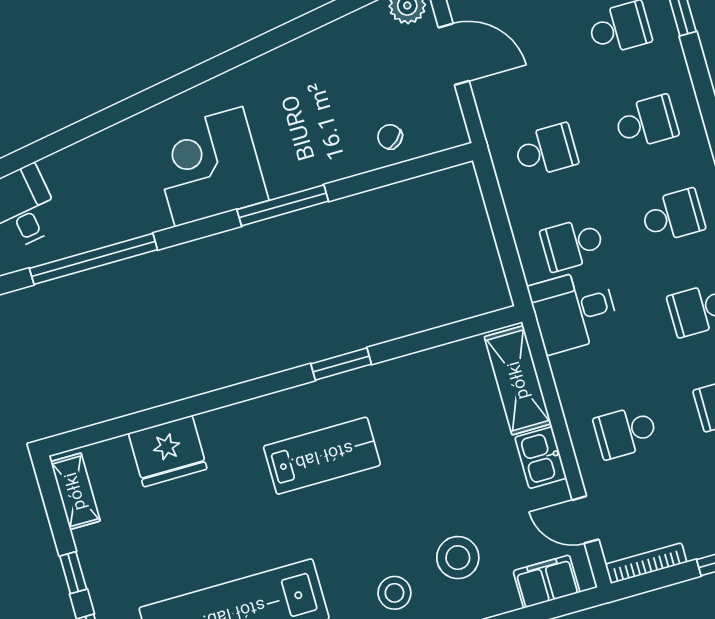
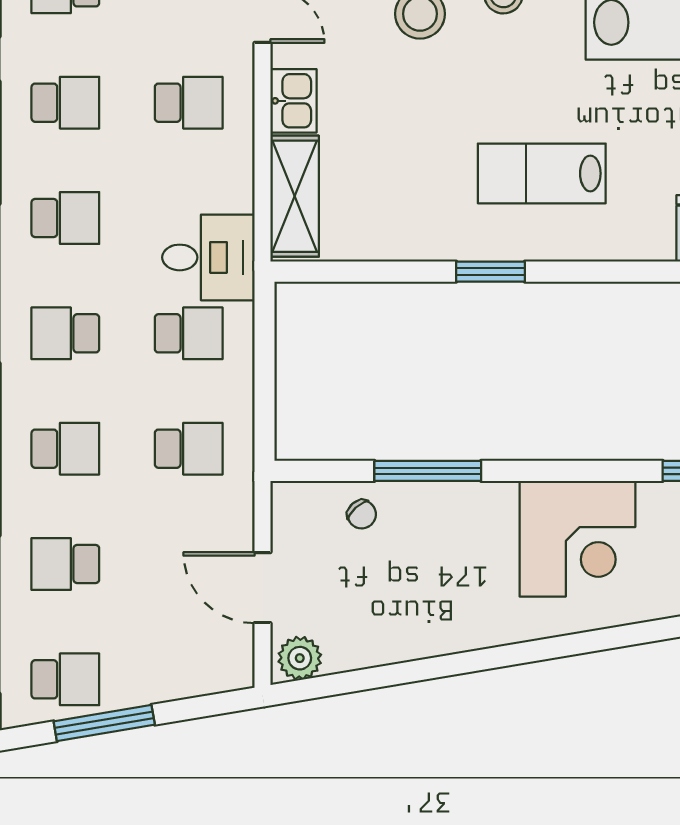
school desk: (646, 122) -> (65, 449), turned 180
school desk: (546, 150) -> (189, 449), turned 180
window: (283, 205) -> (428, 471), moved

